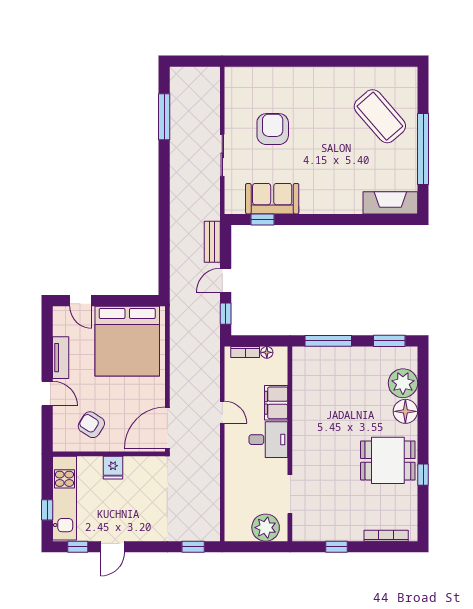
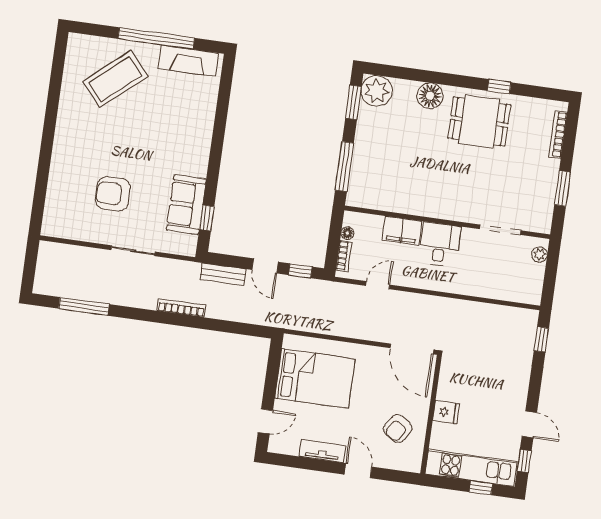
fireplace: (390, 203) -> (188, 61), moved, turned -90
bookcase: (175, 208) -> (181, 308), added
bed: (127, 341) -> (315, 378), width x0.73
plant: (403, 383) -> (377, 91), moved
door: (47, 393) -> (358, 471), hinge flipped
door: (222, 412) -> (378, 285), moved
dining table: (388, 460) -> (479, 122), turned 90
plant: (266, 528) -> (539, 255), width x0.53, depth x0.53
window: (337, 547) -> (563, 188), width x1.50

